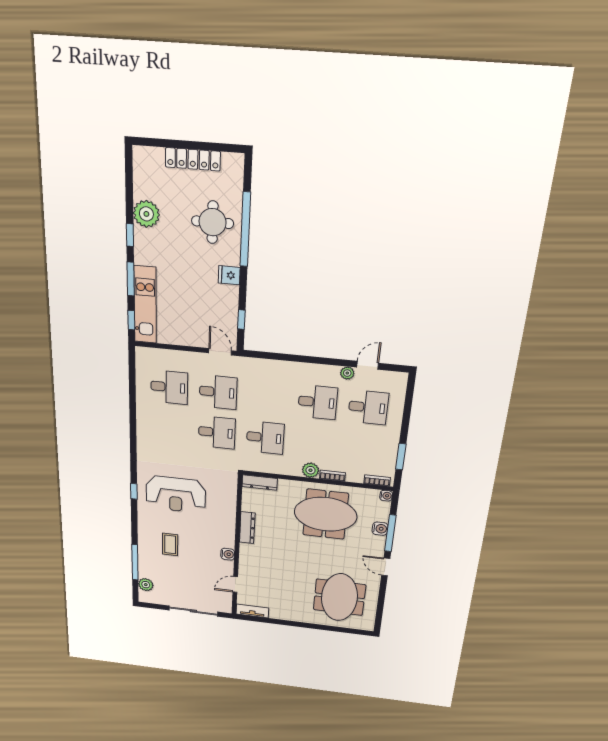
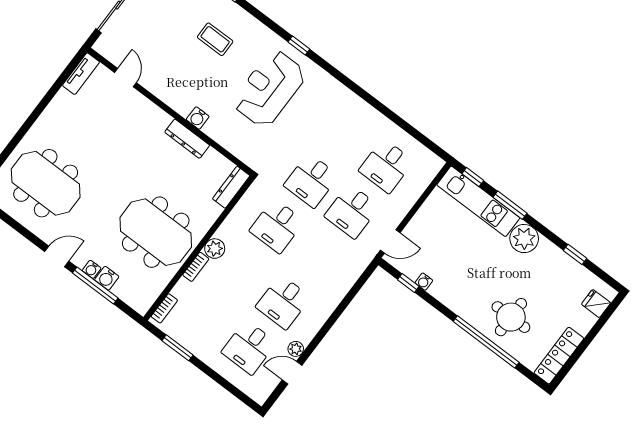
locker: (193, 159) -> (559, 356), moved
plant: (146, 214) -> (524, 239), moved
window: (130, 235) -> (575, 254), moved
fridge: (229, 275) -> (596, 304), moved, turned -90
water cooler: (232, 308) -> (424, 282), added
door: (368, 365) -> (292, 373), swing flipped
water cooler: (386, 496) -> (92, 269), moved
meeting table: (326, 514) -> (156, 232), turned 90
water cooler: (228, 554) -> (198, 118), moved

